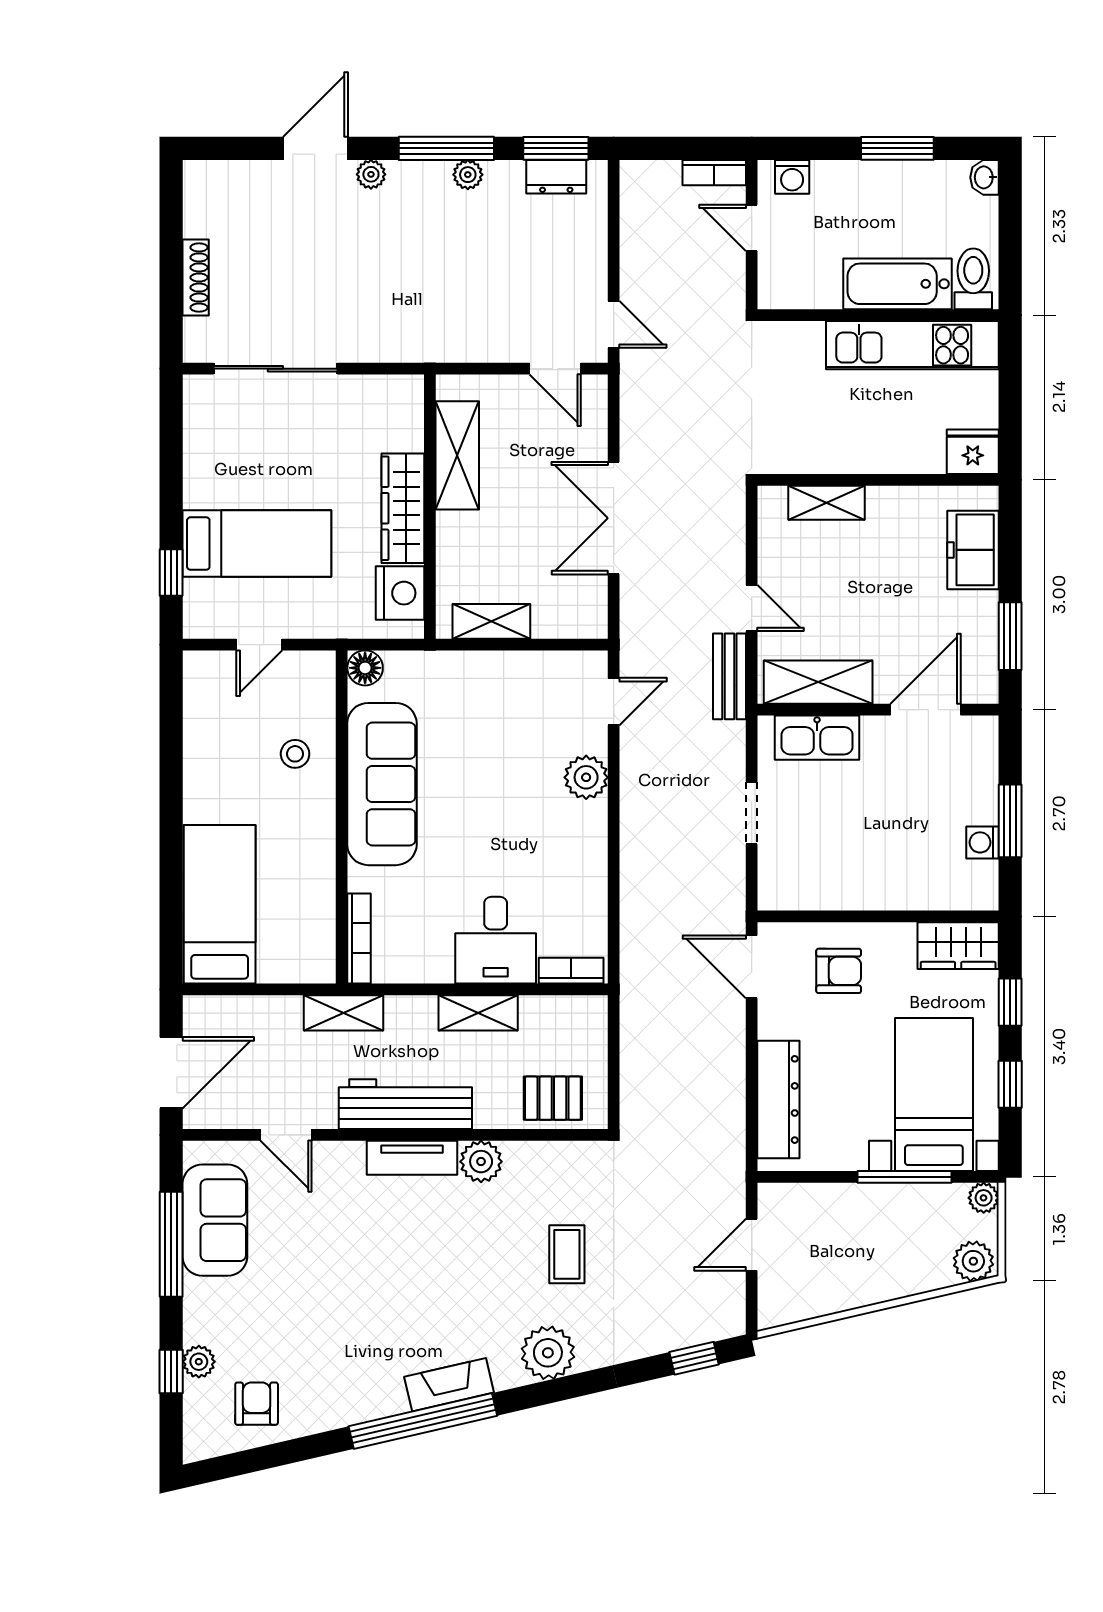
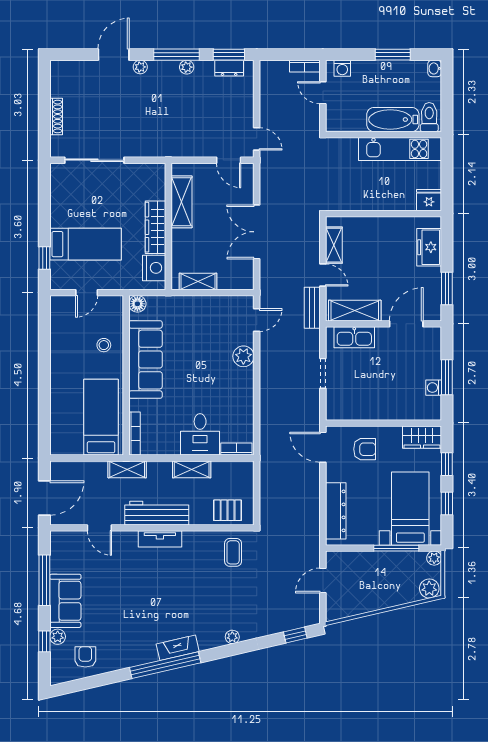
shelving: (827, 503) -> (334, 245), moved, turned 90
bed: (220, 904) -> (101, 417), moved
plant: (481, 1162) -> (193, 541), removed
sofa: (215, 1220) -> (65, 601), moved
coffee table: (567, 1254) -> (233, 552), moved
plant: (548, 1353) -> (232, 637), width x0.53, depth x0.53

